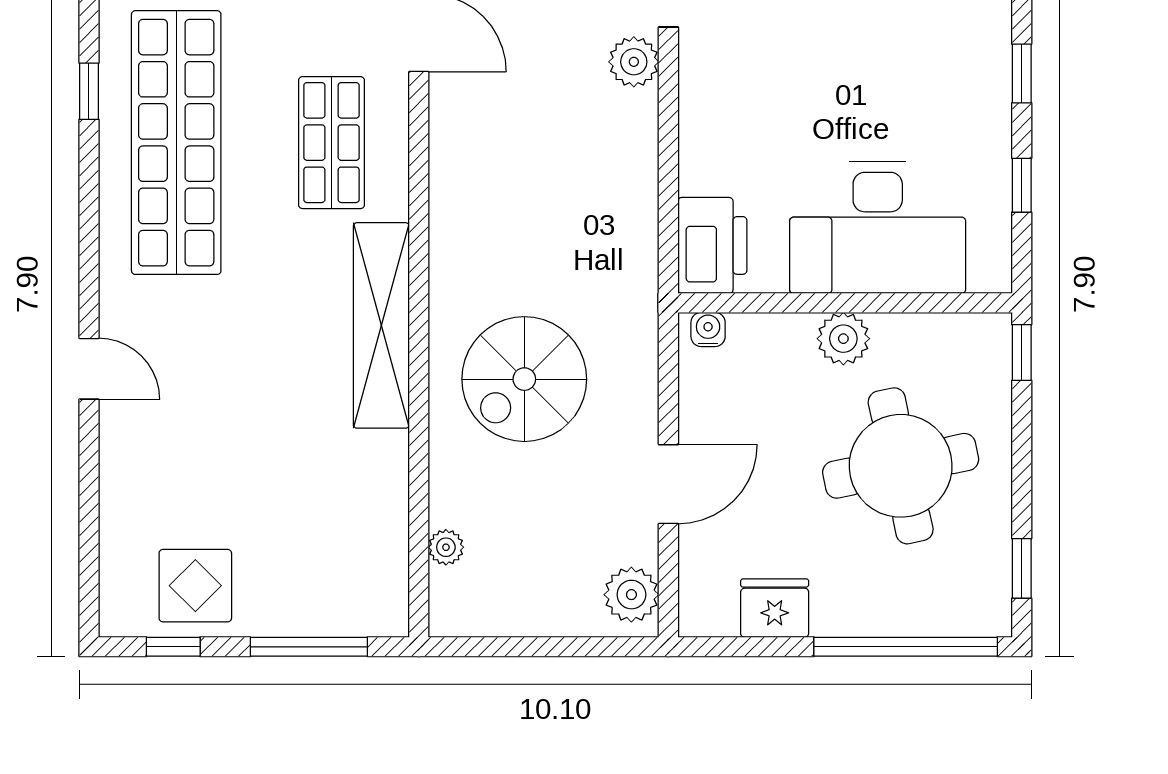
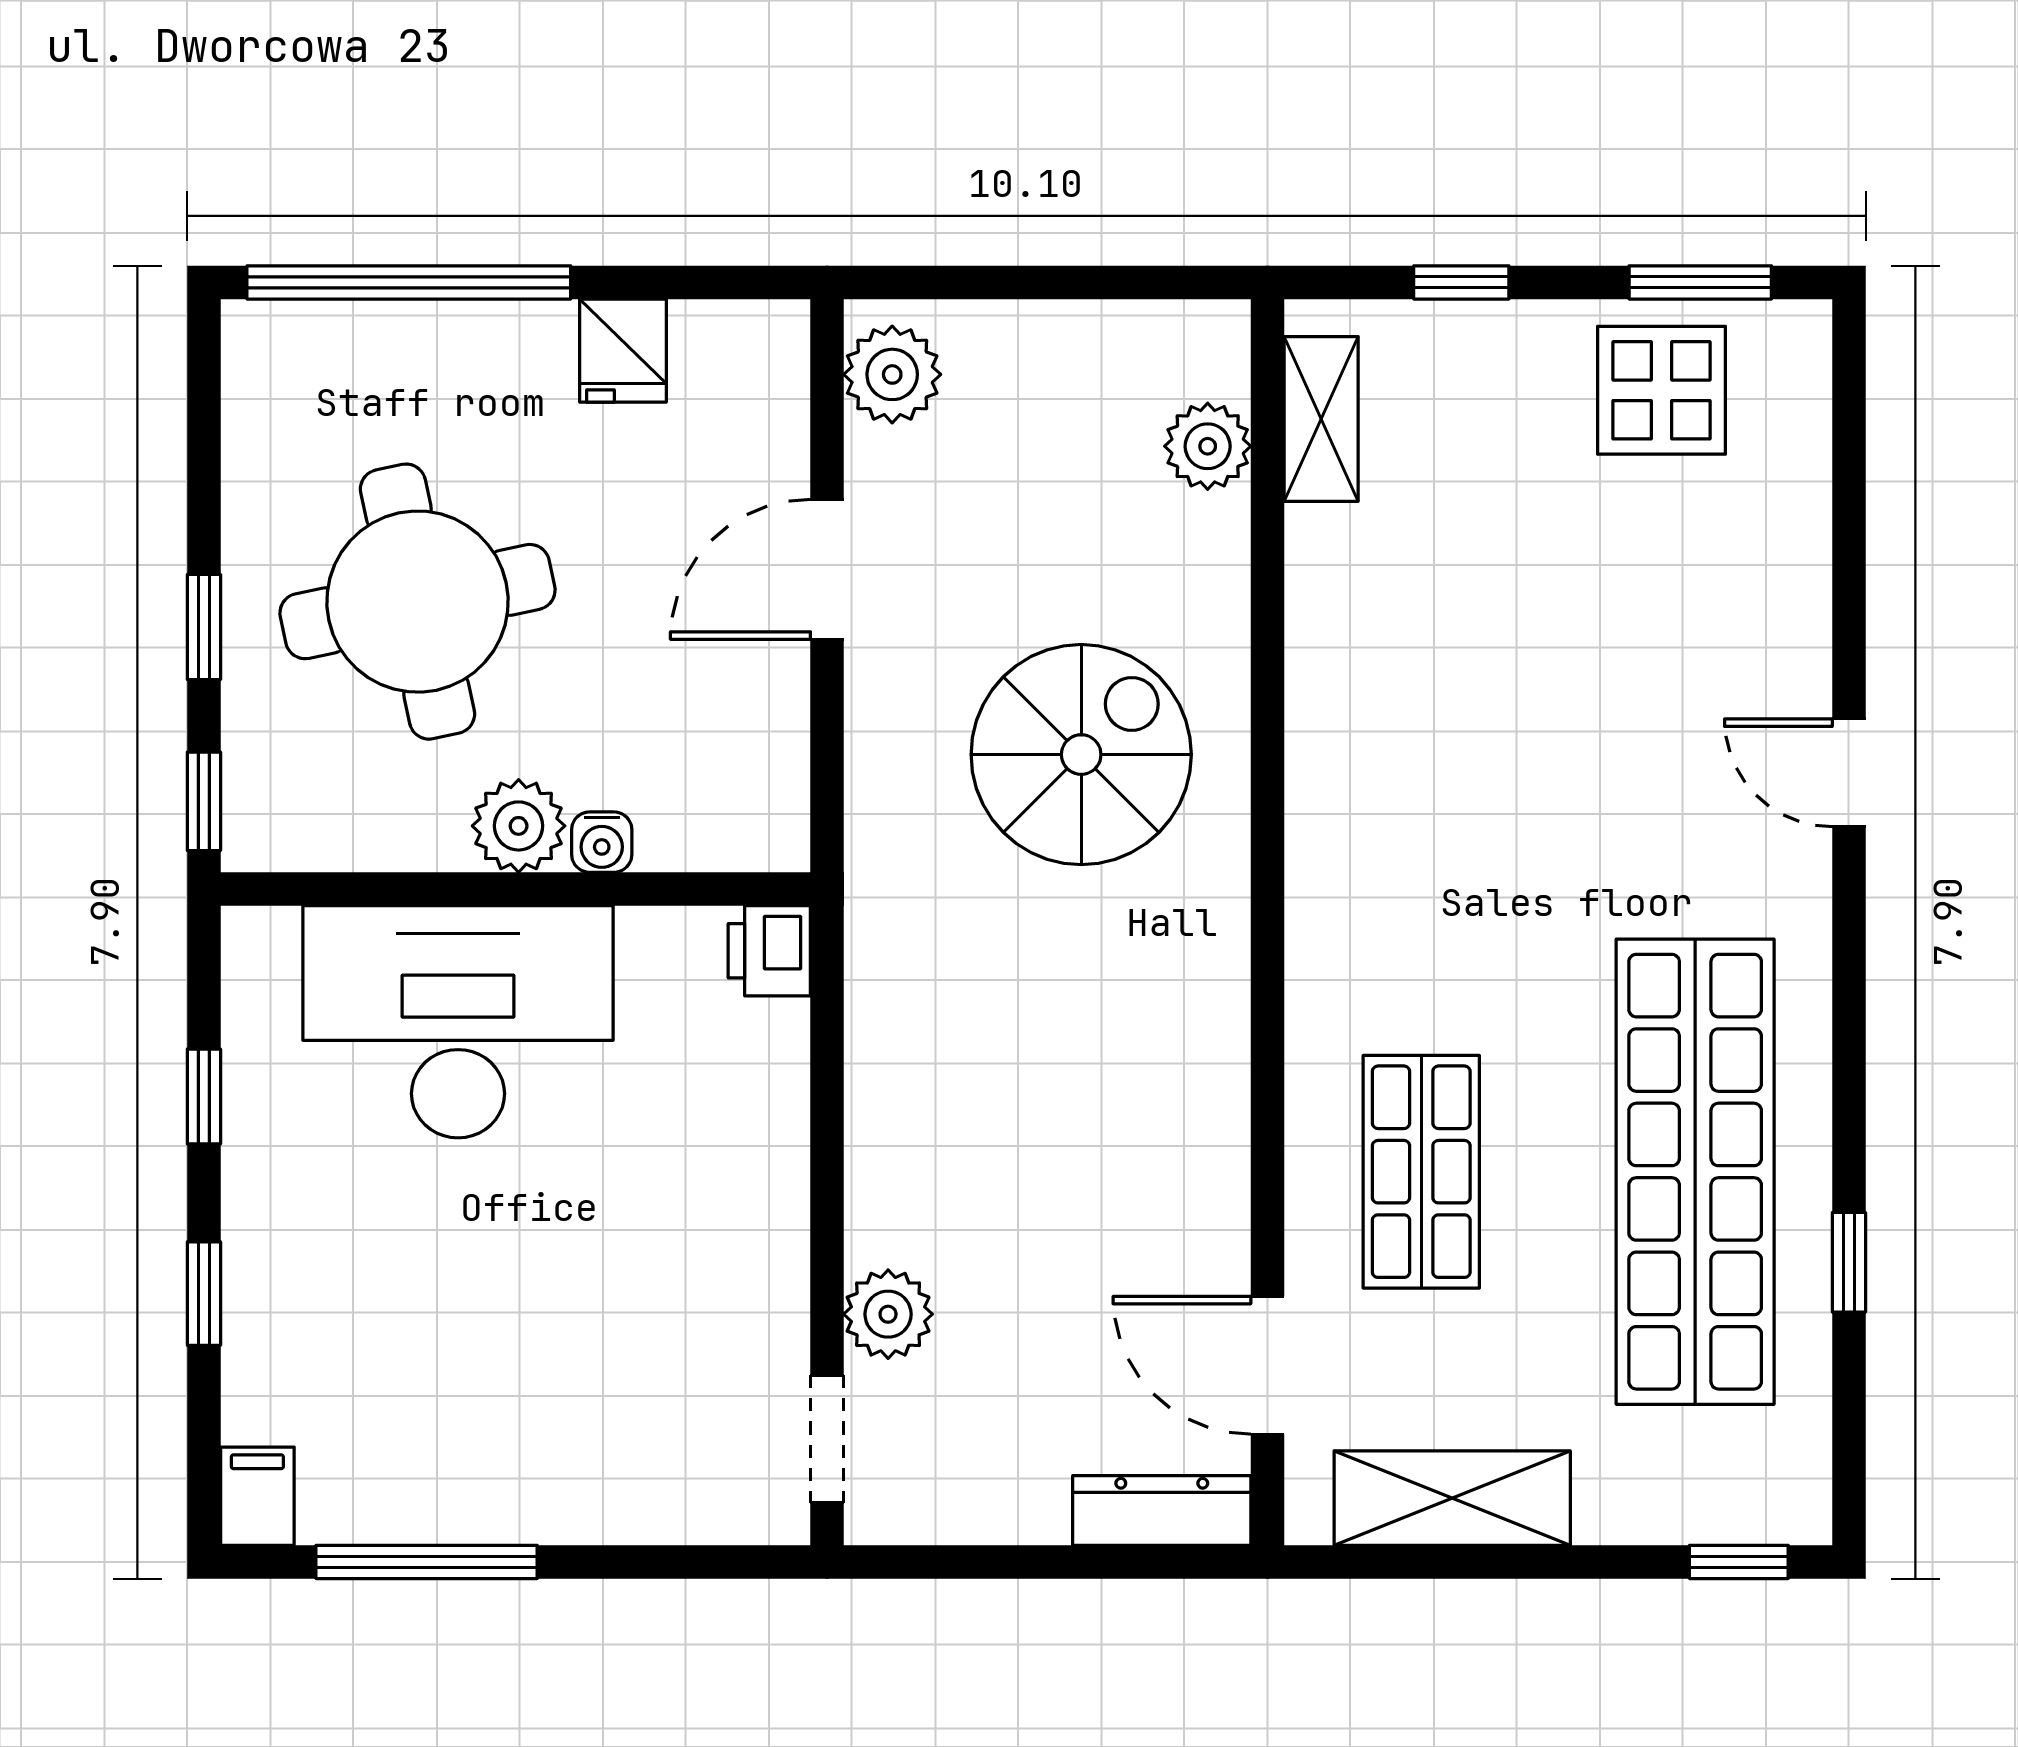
printer: (712, 245) -> (769, 951), width x0.53, depth x0.68
shelving: (381, 325) -> (1321, 419), moved, width x0.45, depth x0.75
water cooler: (708, 329) -> (602, 842), moved
plant: (446, 547) -> (1208, 446), width x1.38, depth x1.38
window: (1022, 568) -> (204, 627), moved
fridge: (775, 608) -> (623, 351), width x0.72
window: (173, 647) -> (1700, 282), width x1.50
window: (309, 647) -> (1461, 282), width x0.46

